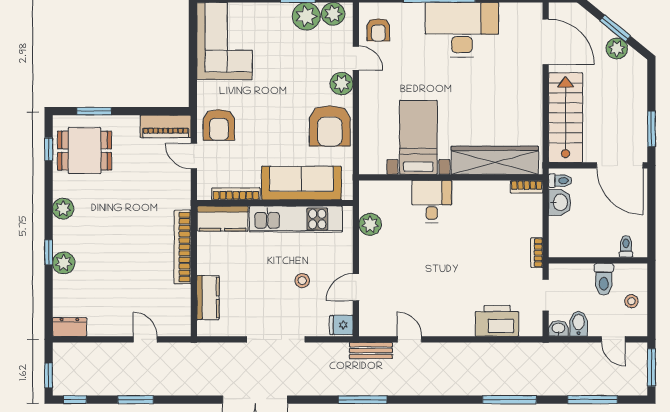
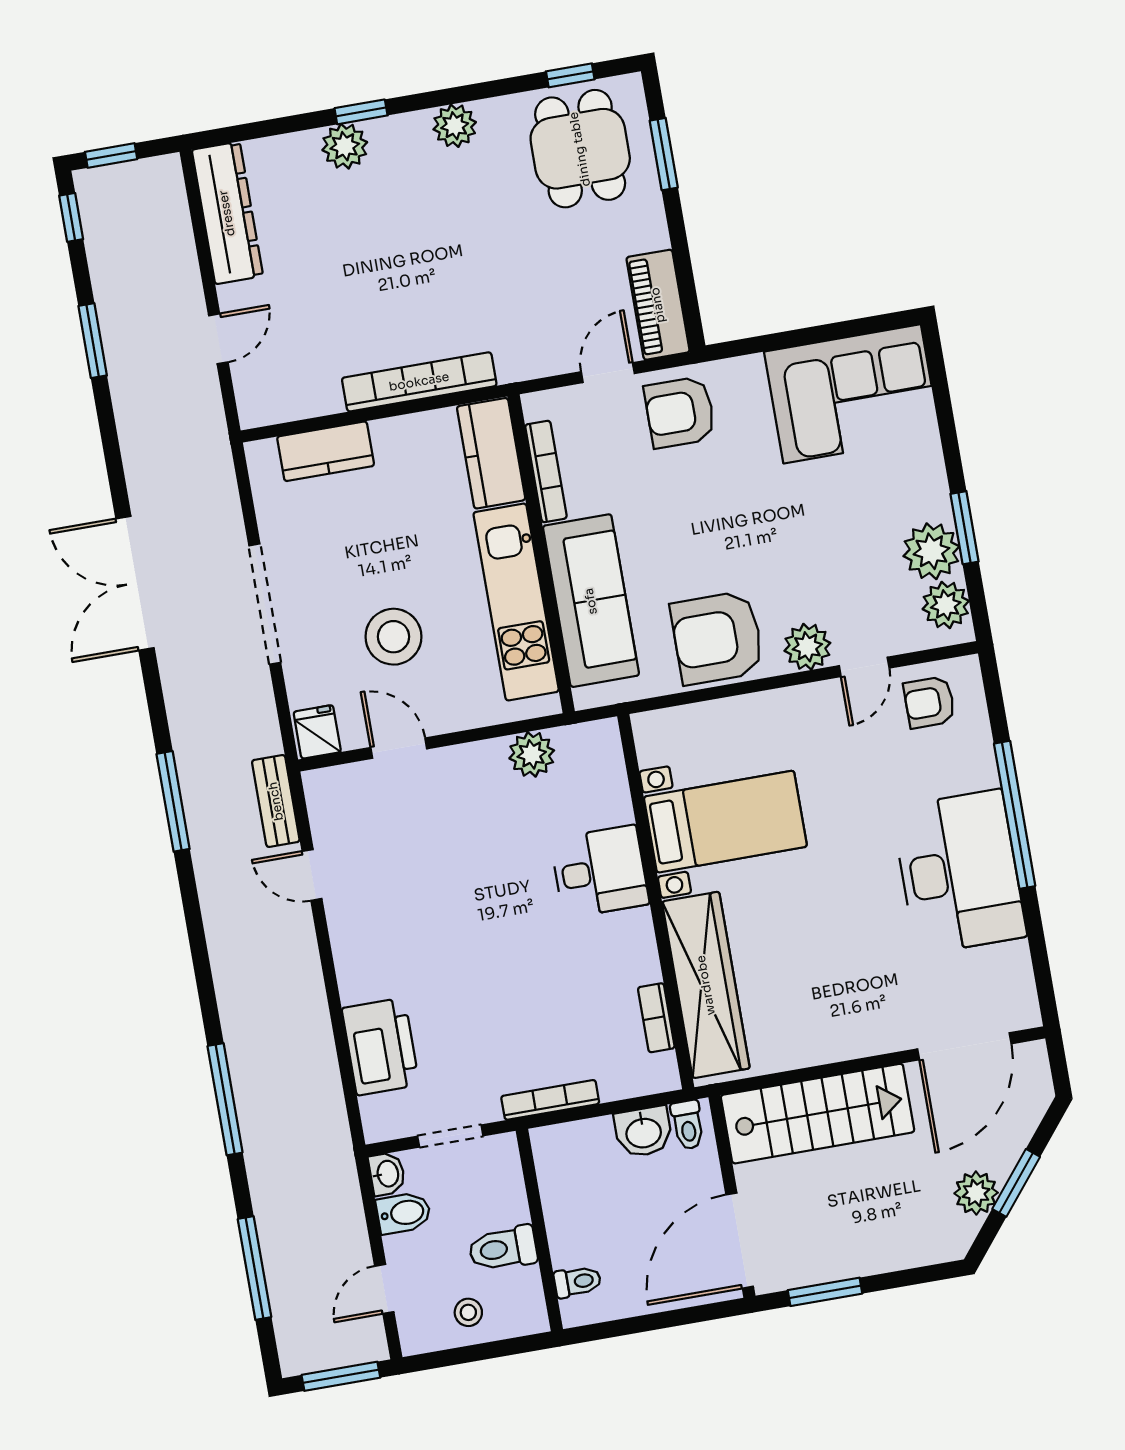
bookcase: (527, 187) -> (656, 1018), moved
bookcase: (537, 253) -> (550, 1100), width x1.56
stool: (302, 281) -> (393, 637), width x1.89, depth x1.89
dresser: (69, 327) -> (227, 213), width x1.96, depth x1.24
door: (409, 339) -> (312, 875), swing flipped

